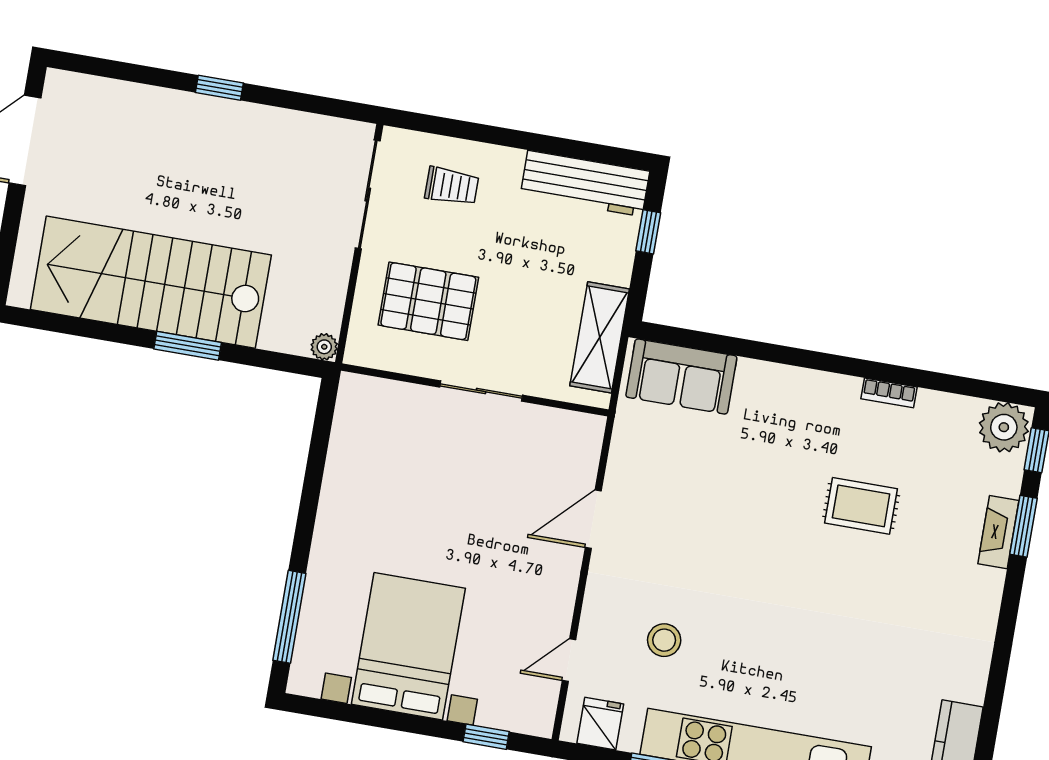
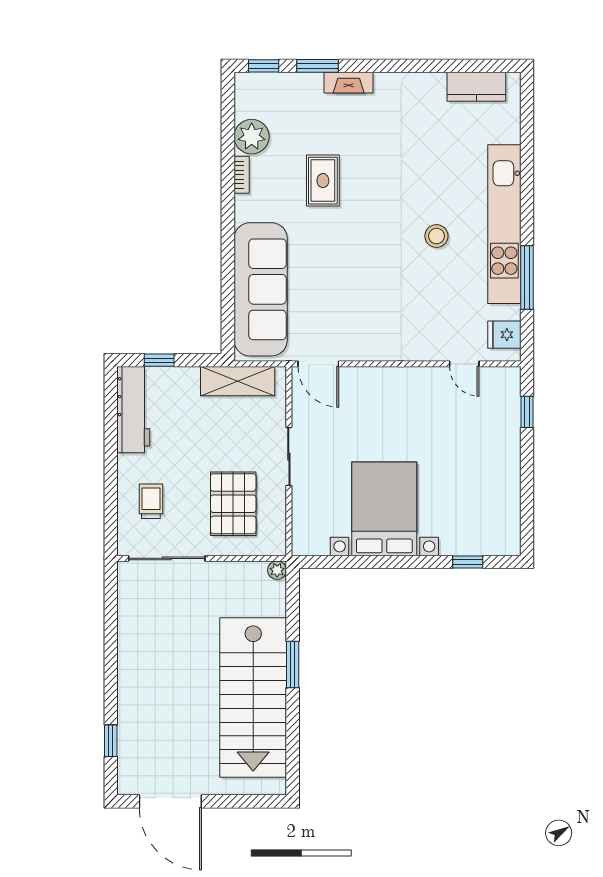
window: (219, 88) -> (111, 741), moved
sofa: (681, 376) -> (261, 289), width x1.85, depth x1.27
plant: (1004, 427) -> (252, 137), moved
door: (593, 519) -> (318, 364), moved
fireplace: (998, 532) -> (349, 83), moved
window: (289, 617) -> (468, 562), width x0.46
stool: (664, 640) -> (436, 236), moved
bed with nightstands: (408, 646) -> (384, 509), moved, turned 90

